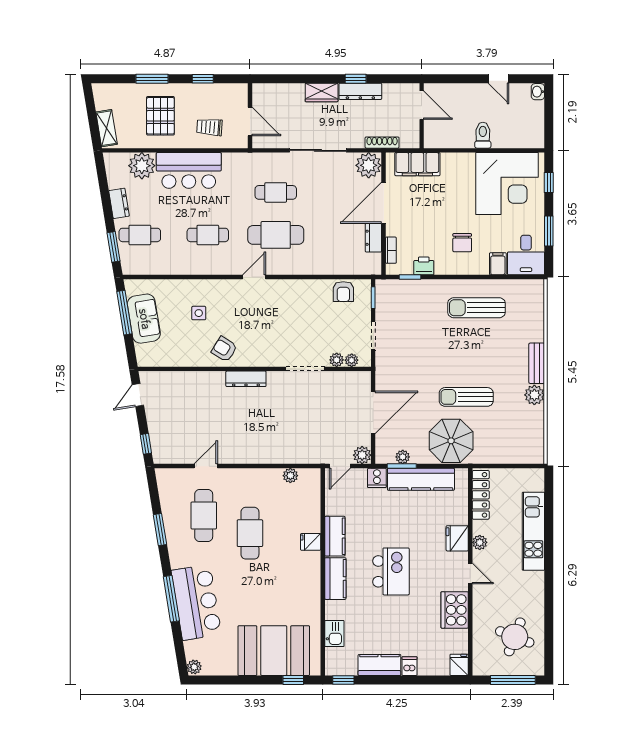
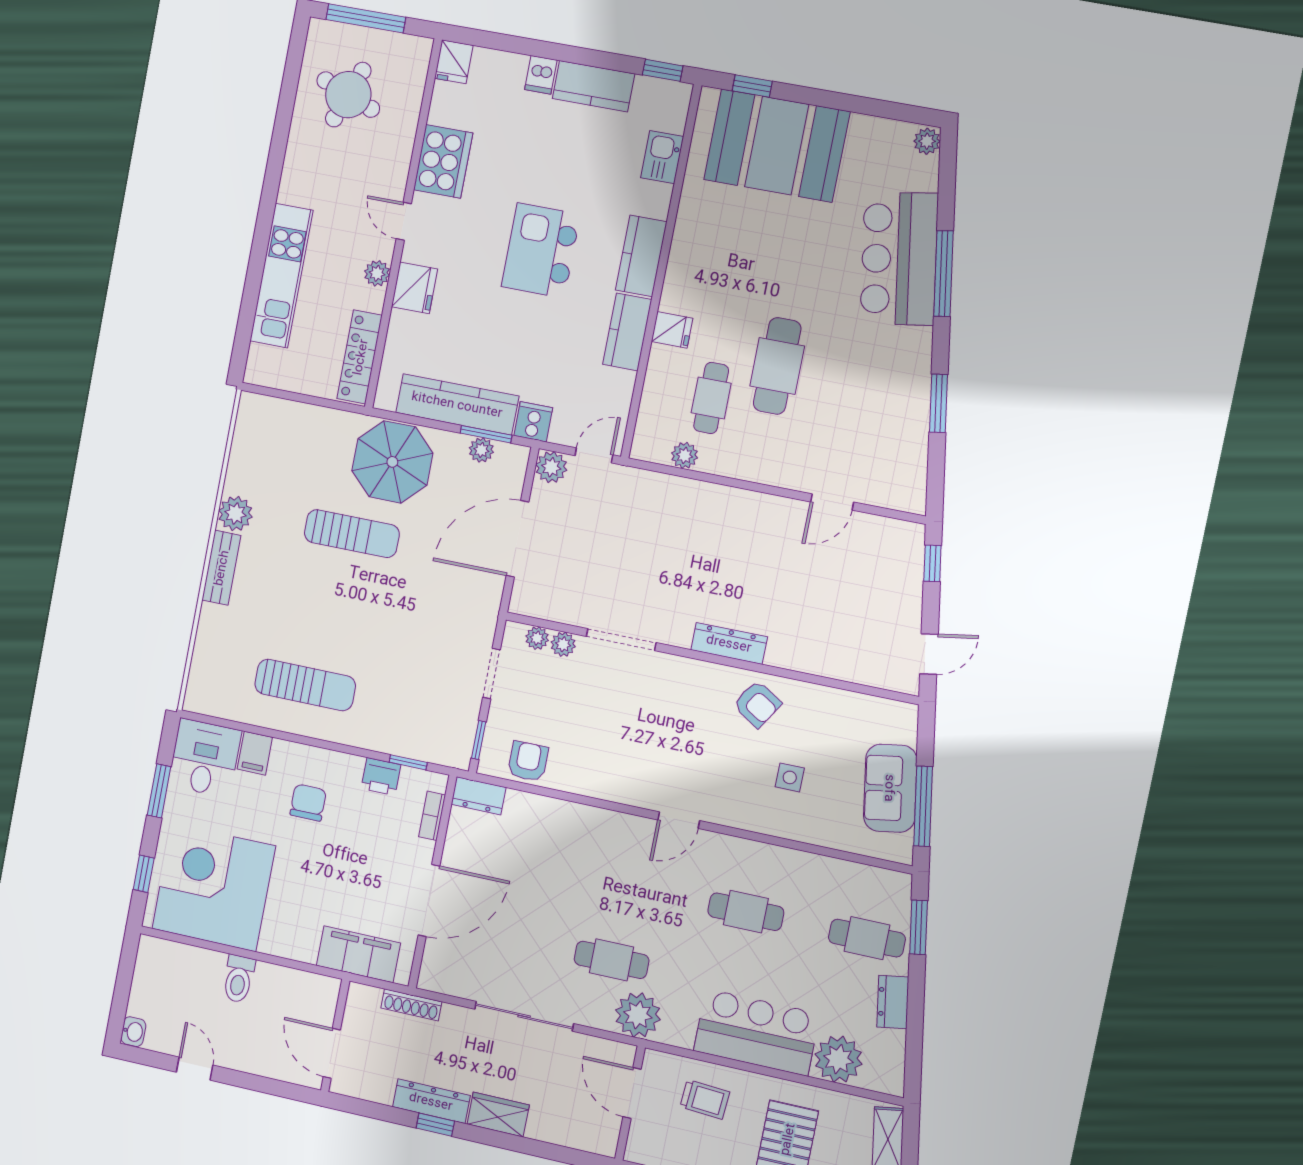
plant: (369, 165) -> (638, 1015), moved
cafe table: (276, 235) -> (626, 886), removed
dresser: (373, 238) -> (479, 796), moved, turned 90
cafe table: (204, 515) -> (711, 398), moved, width x0.73, depth x0.74

